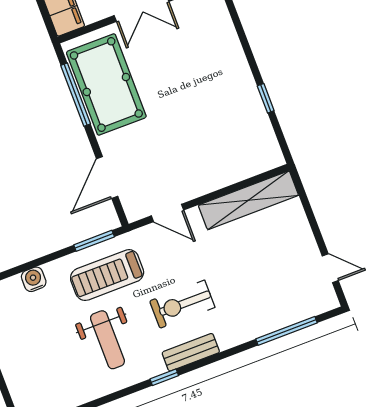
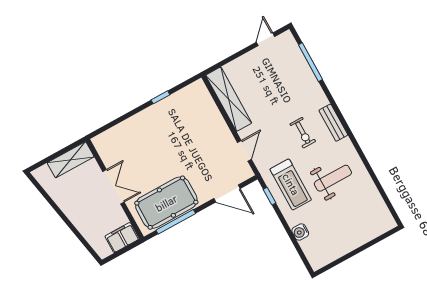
window: (94, 241) -> (270, 196), width x0.67
exercise bike: (182, 304) -> (303, 133), width x0.73, depth x0.72
window: (164, 377) -> (352, 138), removed

